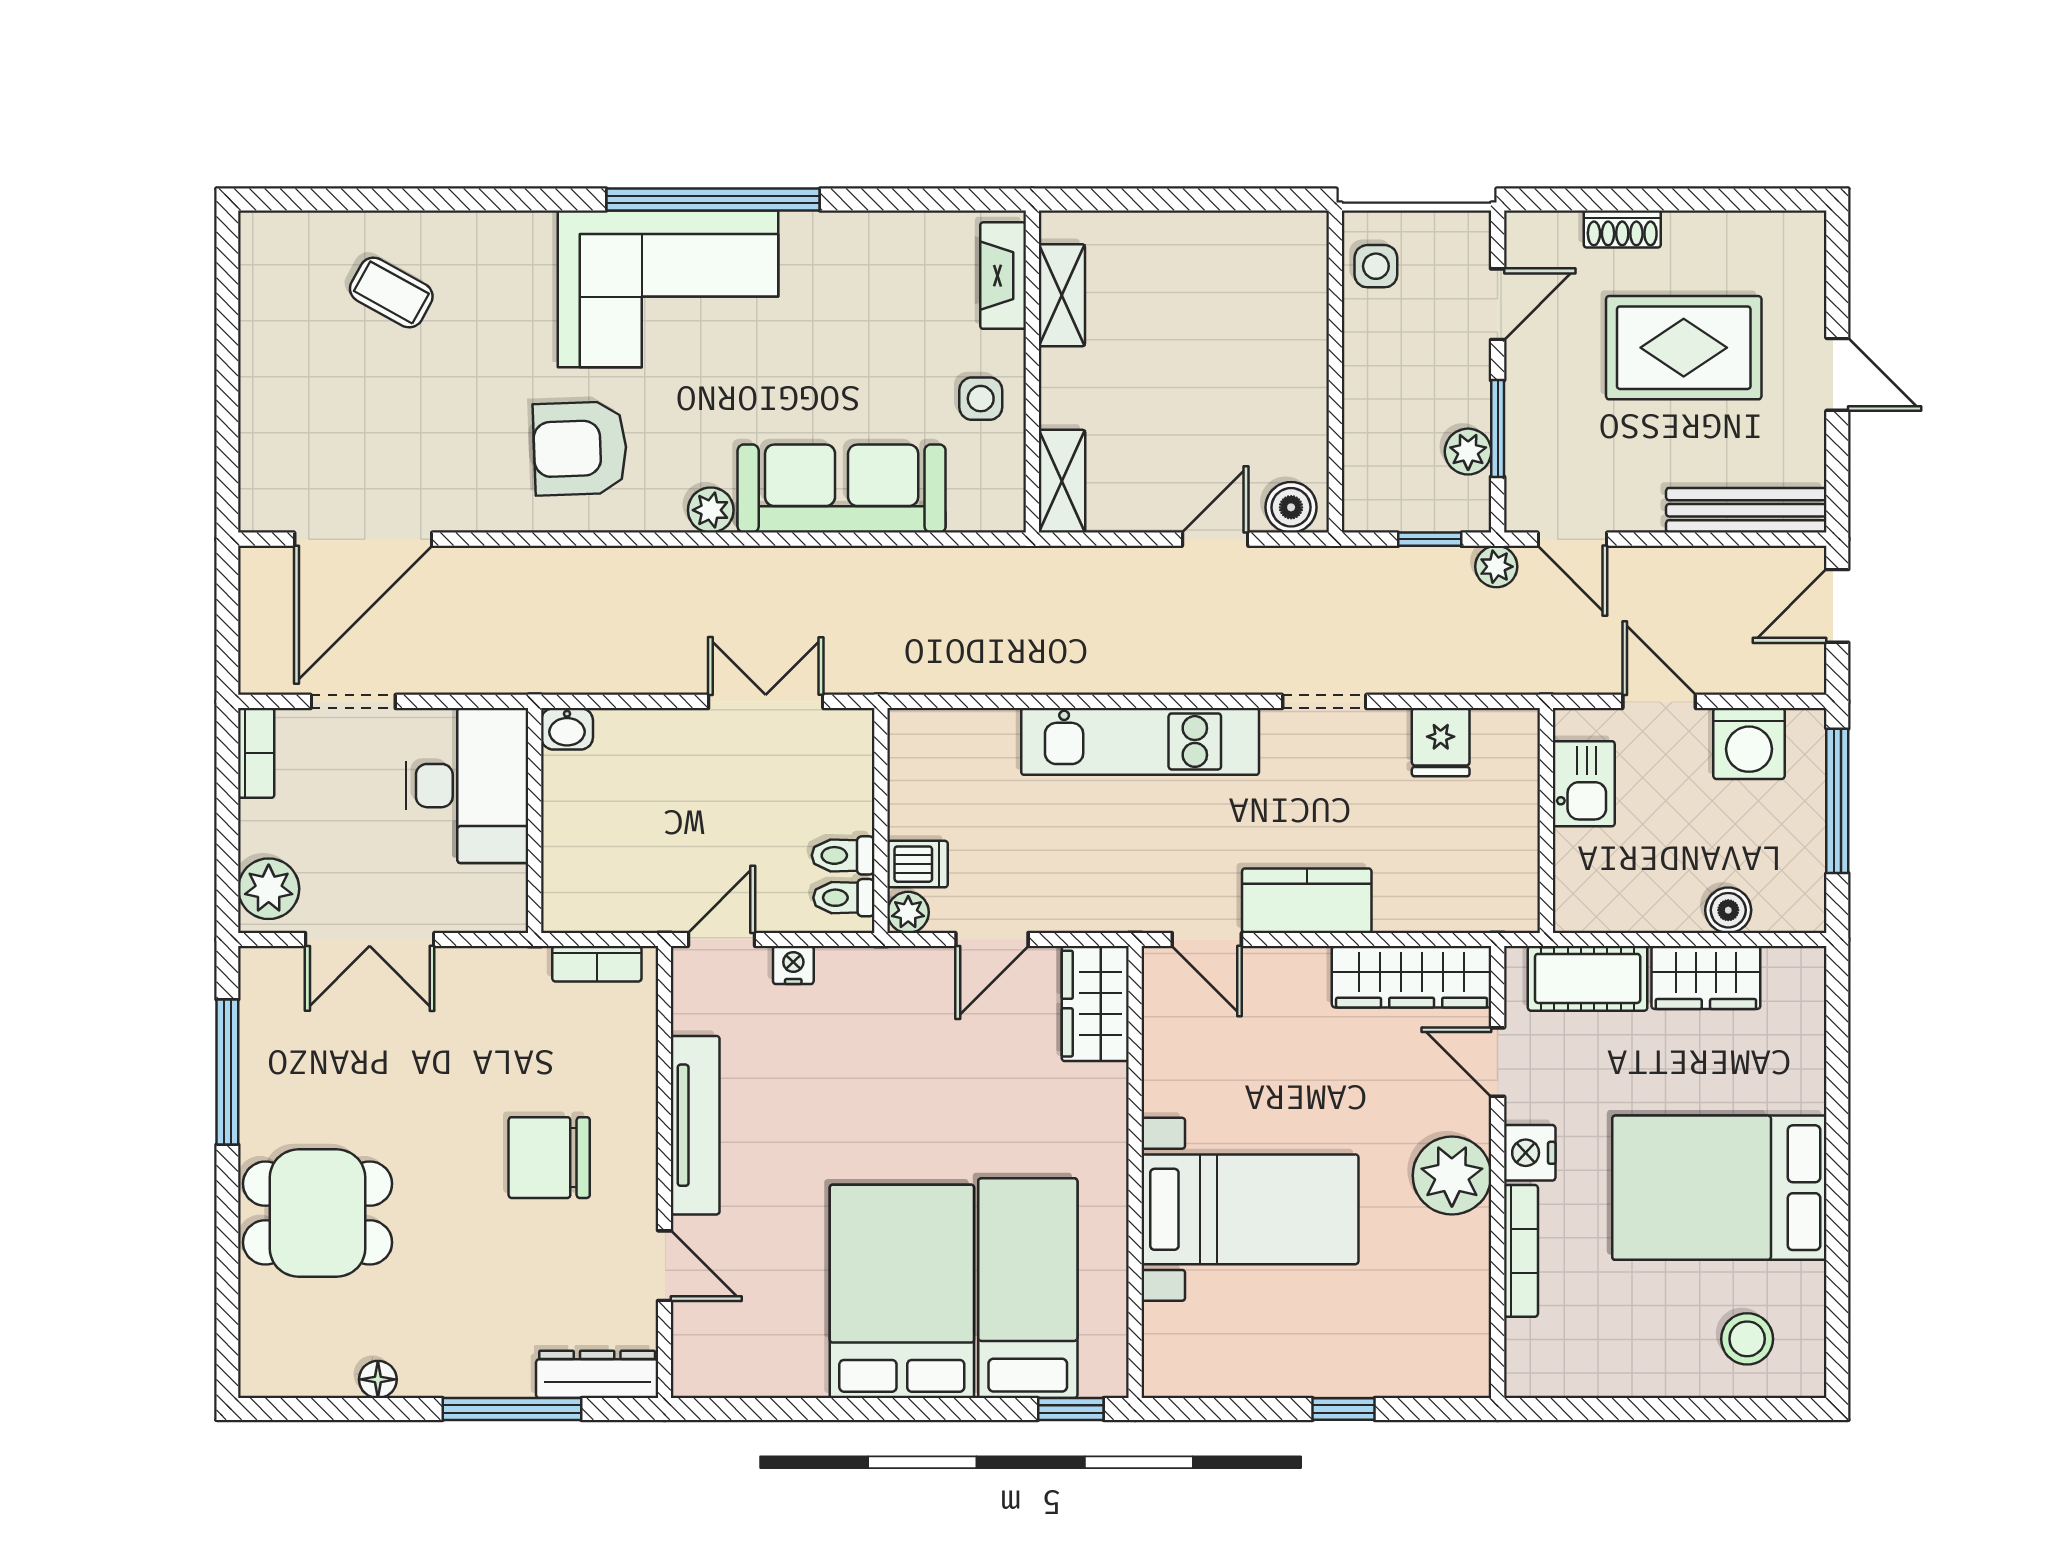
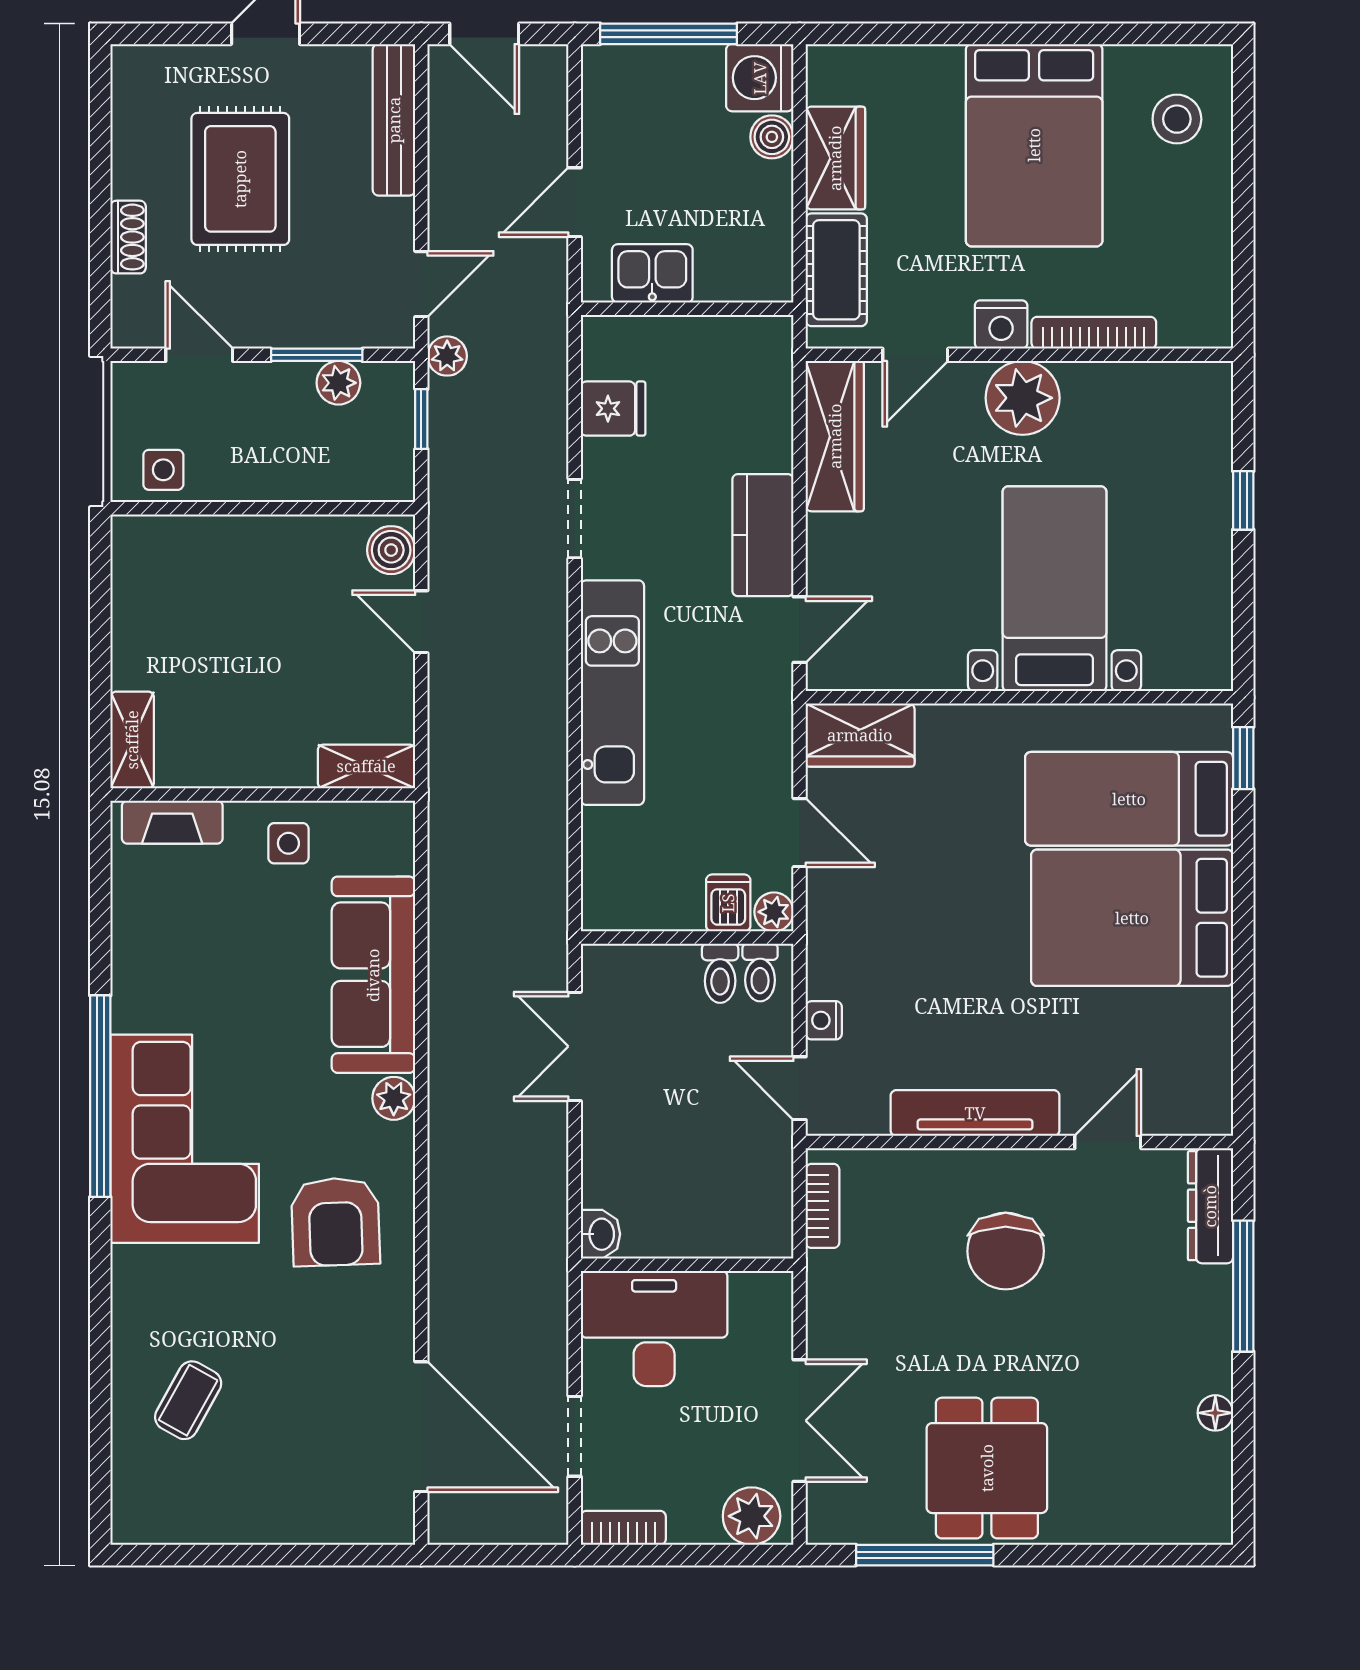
shelving: (1062, 295) -> (132, 740), moved, turned 90
washing machine: (1749, 744) -> (760, 78), moved, turned 180
dining table: (318, 1213) -> (987, 1468), moved

